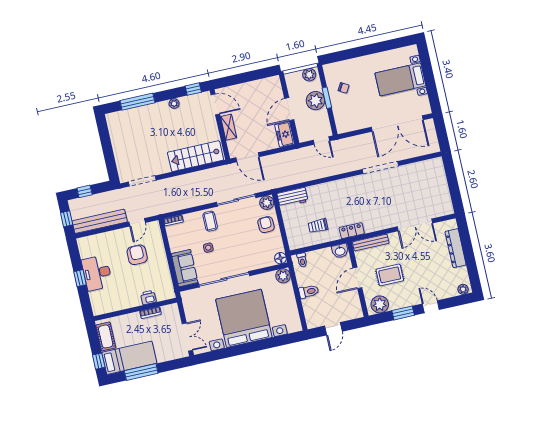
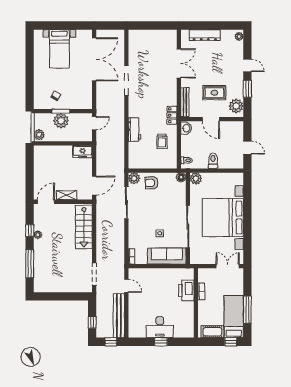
plant: (309, 75) -> (39, 135), moved
window: (193, 89) -> (30, 231), moved
door: (289, 109) -> (63, 143), removed
workbench: (292, 197) -> (135, 130), moved
coffee table: (210, 221) -> (139, 227), removed
armchair: (137, 255) -> (152, 292), removed
sofa: (185, 268) -> (167, 256), width x1.36
rug: (390, 275) -> (214, 93), turned 90
printer: (148, 298) -> (186, 290), width x1.87, depth x1.48
door: (431, 307) -> (247, 65), swing flipped

